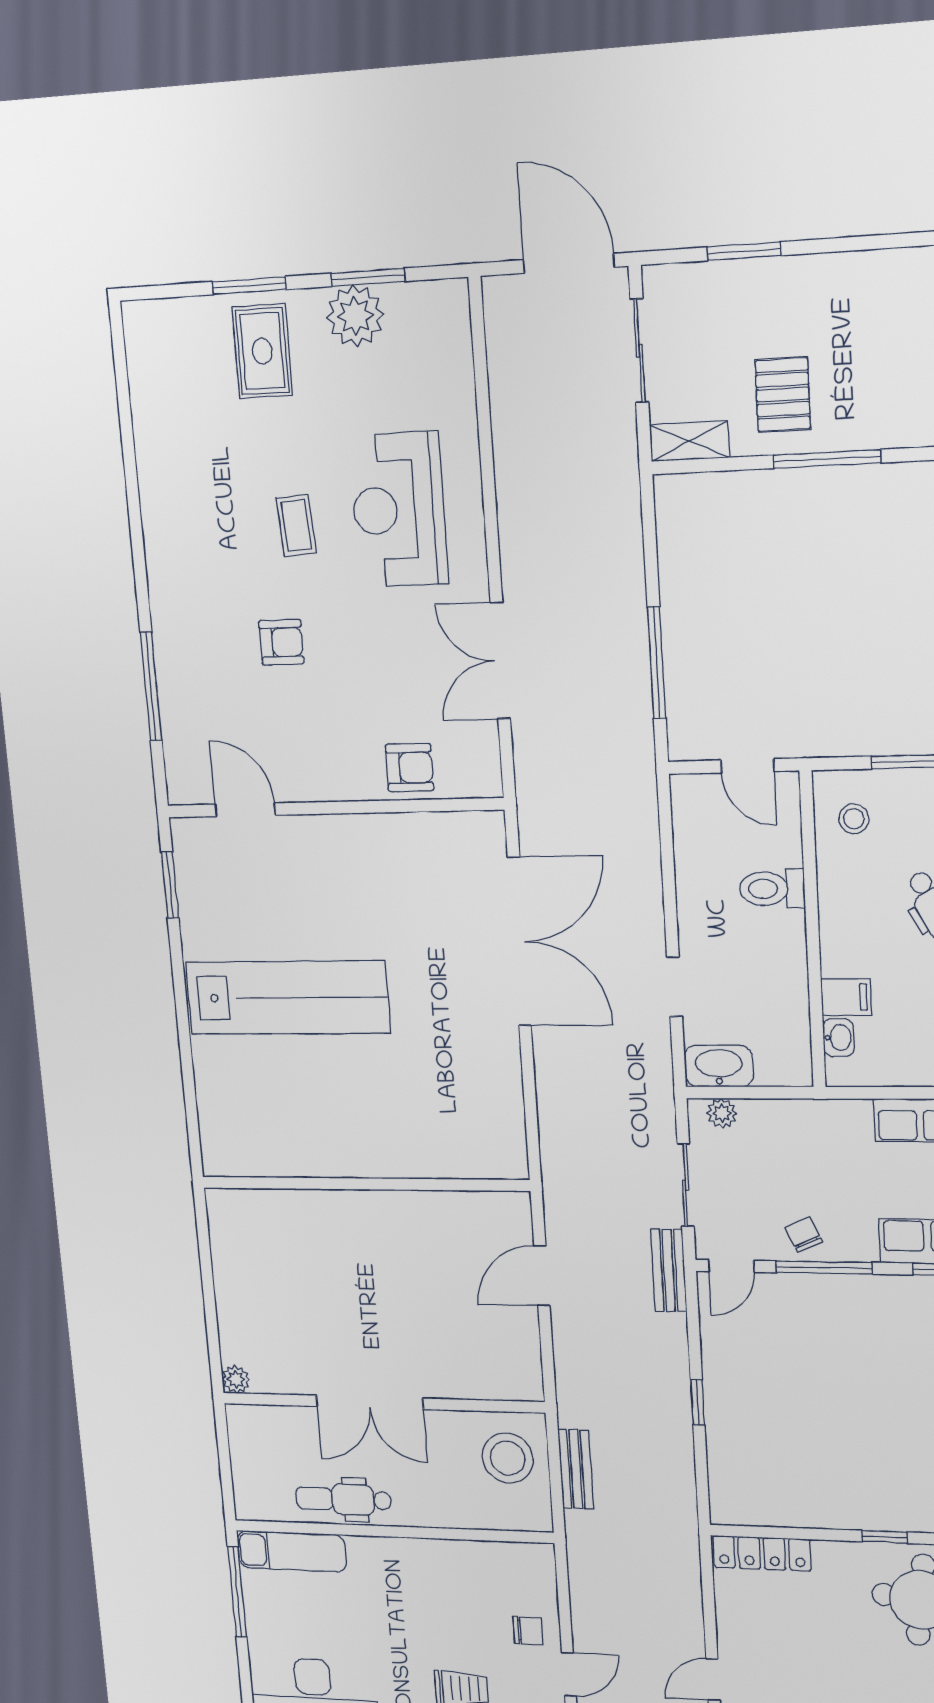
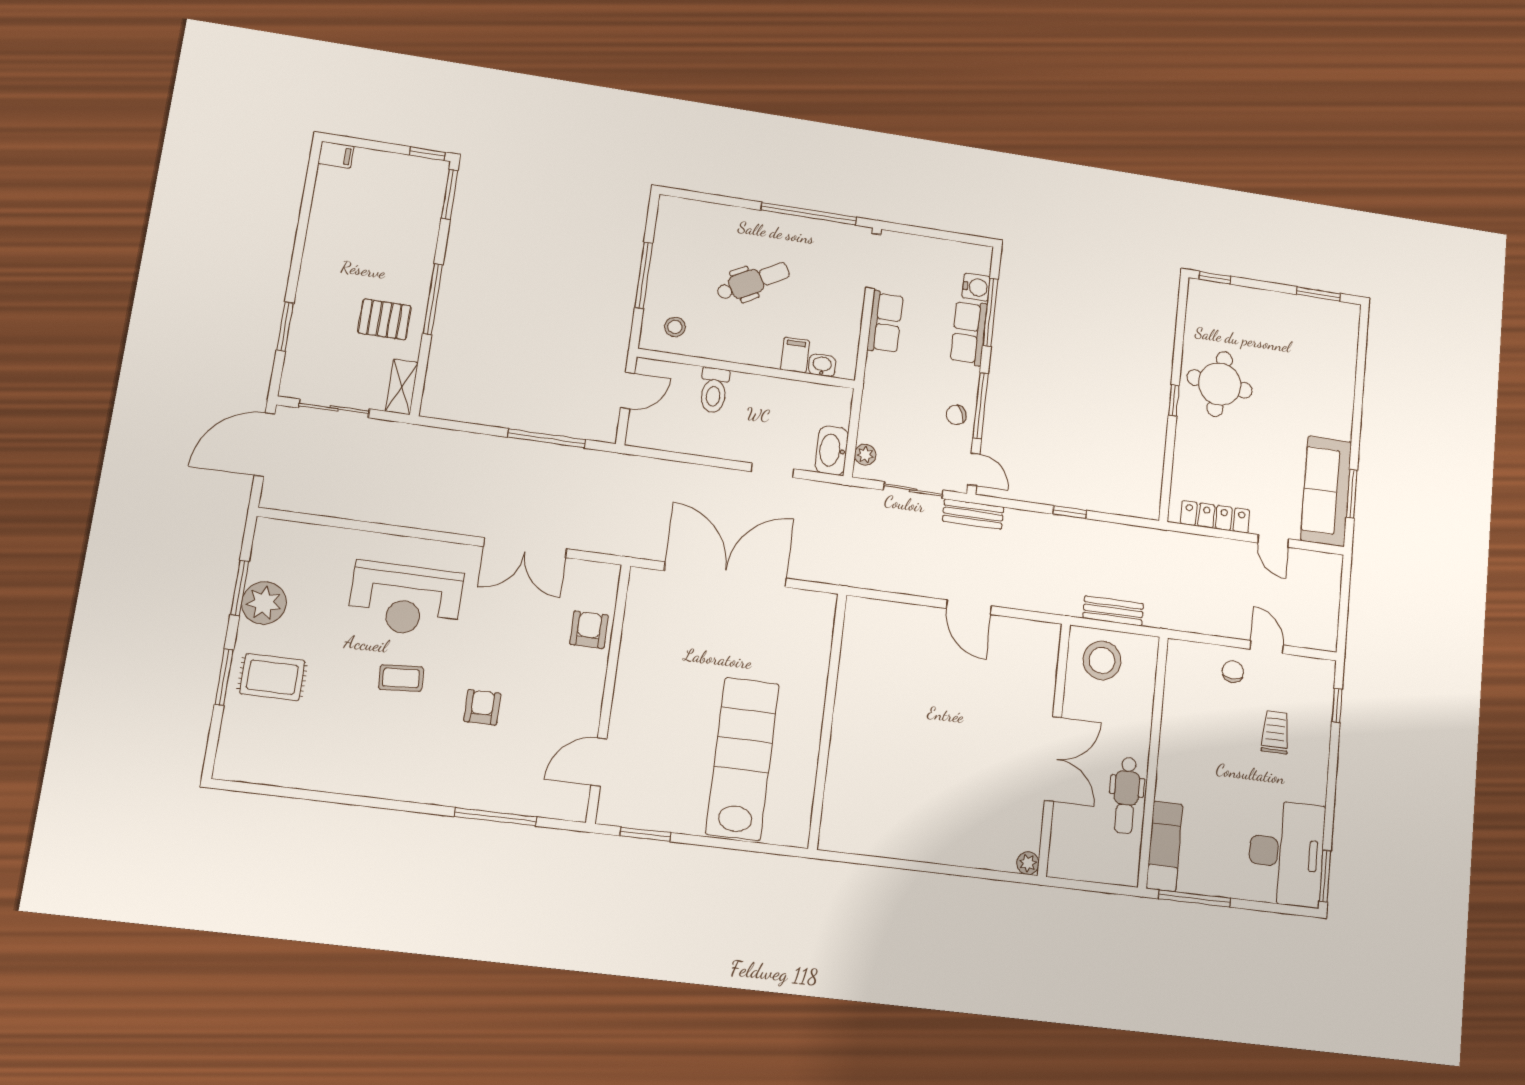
wall: (365, 1184) -> (827, 720), moved
locker: (762, 1553) -> (1215, 517), moved, turned -90

